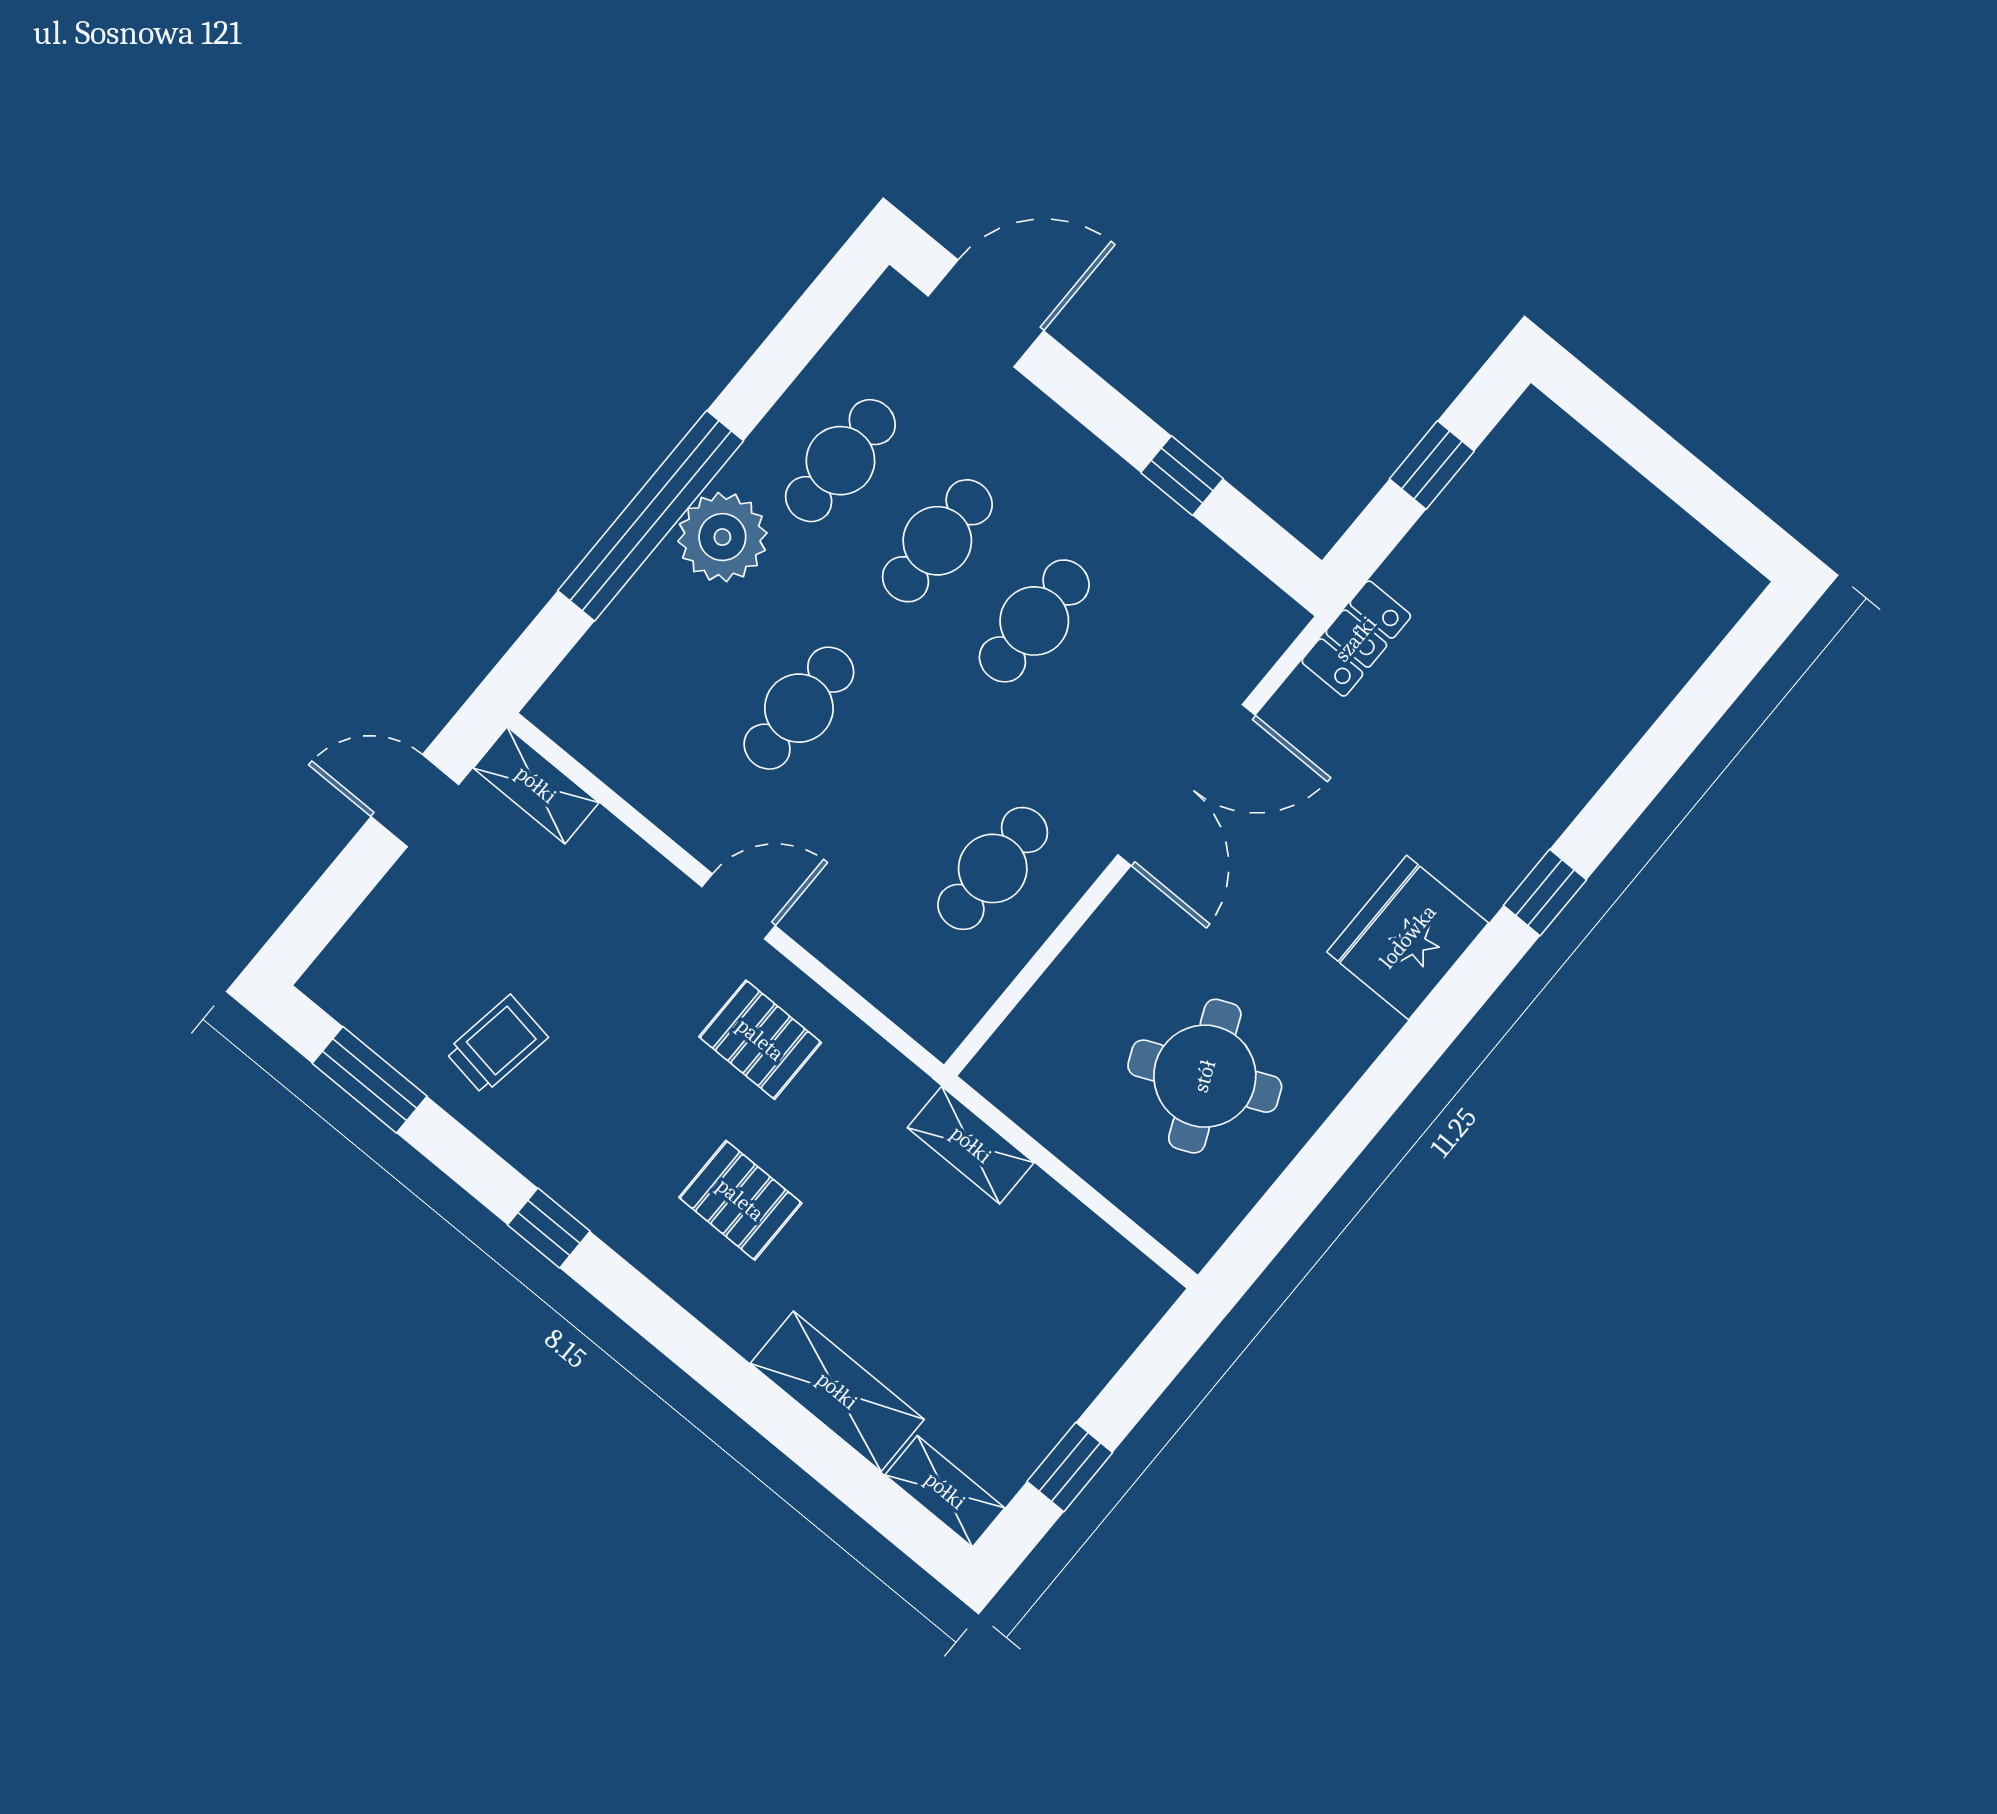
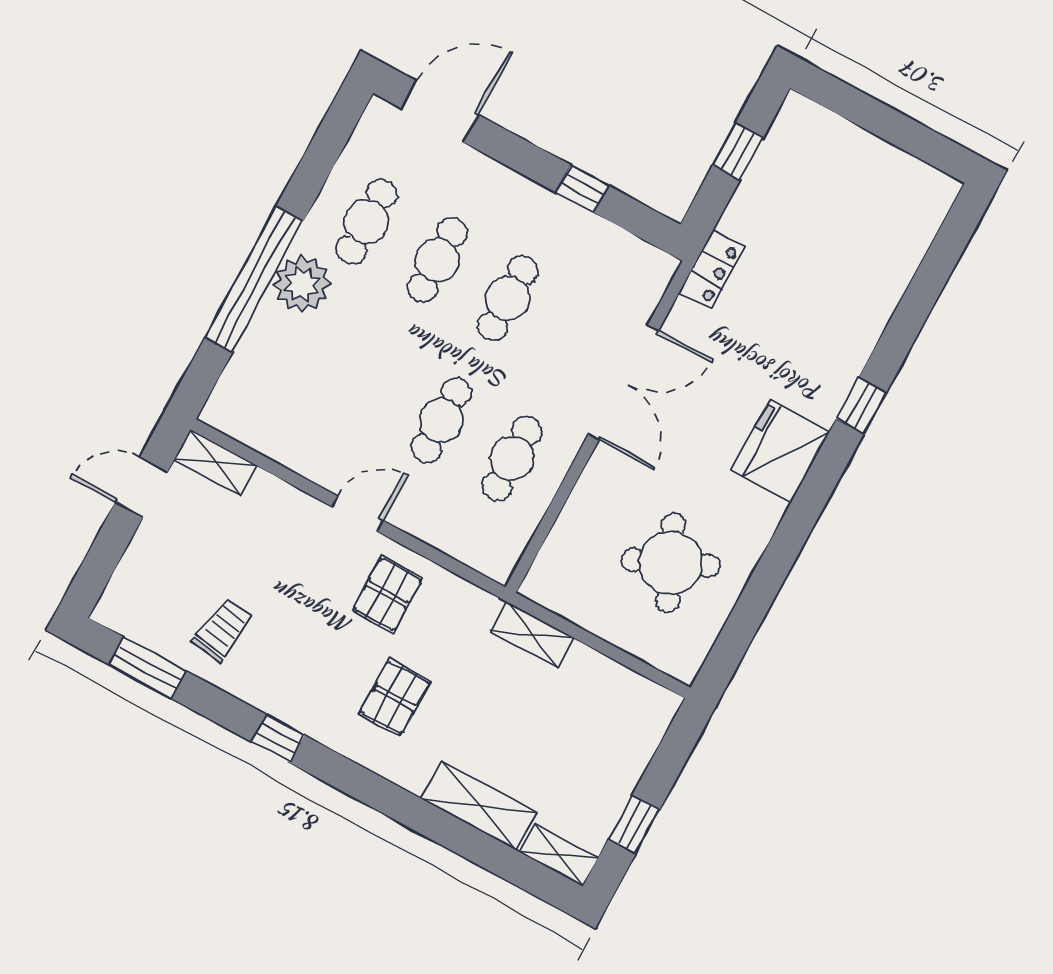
cafe table: (799, 708) -> (441, 420), moved
pallet: (760, 1040) -> (387, 594), turned 90
pallet: (740, 1200) -> (395, 698), turned 90

